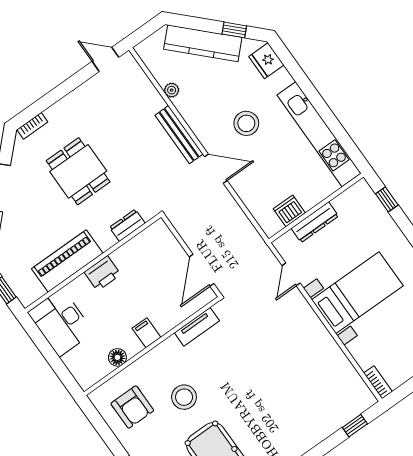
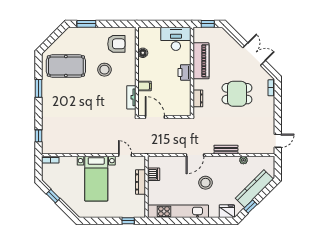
bench: (179, 135) -> (226, 150), width x0.73
filing cabinet: (146, 333) -> (145, 86), moved
armchair: (132, 407) -> (116, 44), turned 180

